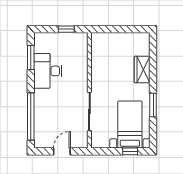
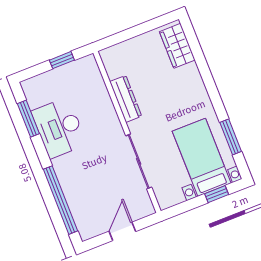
dresser: (97, 69) -> (126, 99), added
wardrobe: (142, 69) -> (177, 46), moved
window: (153, 105) -> (231, 137), moved

